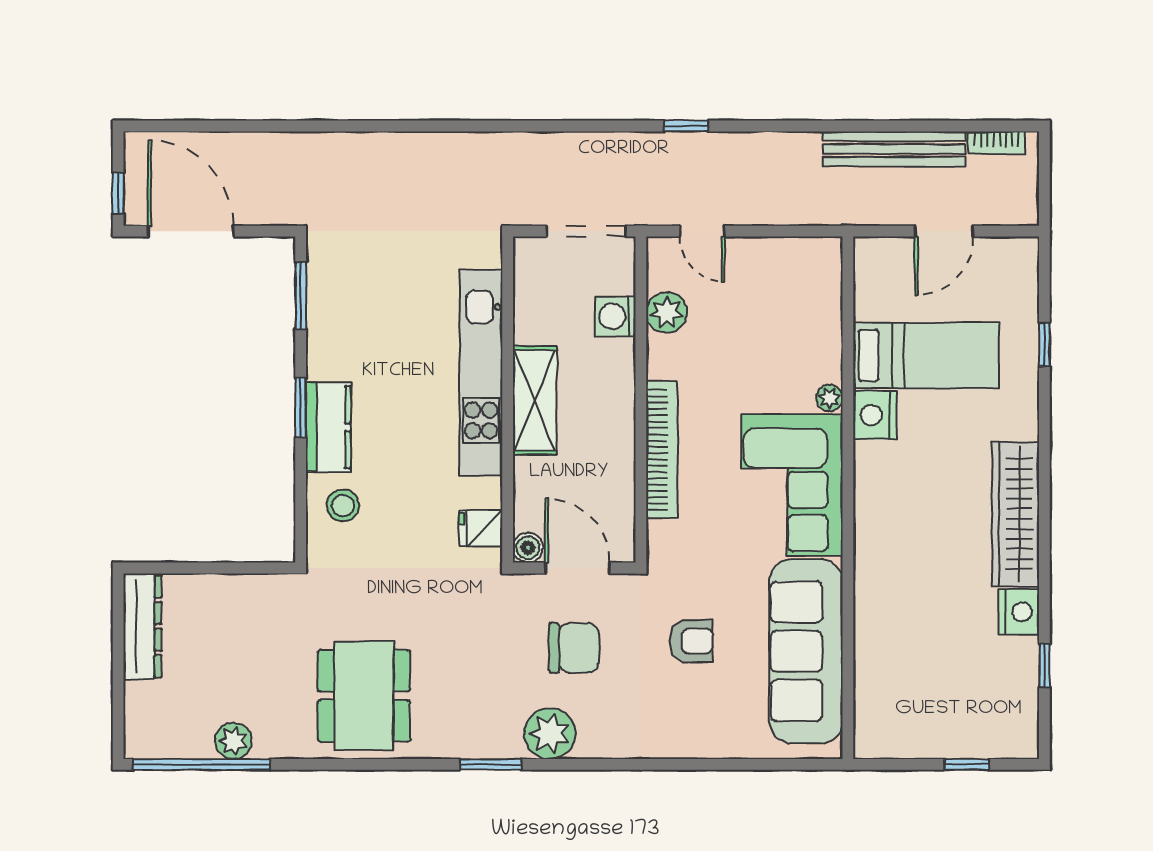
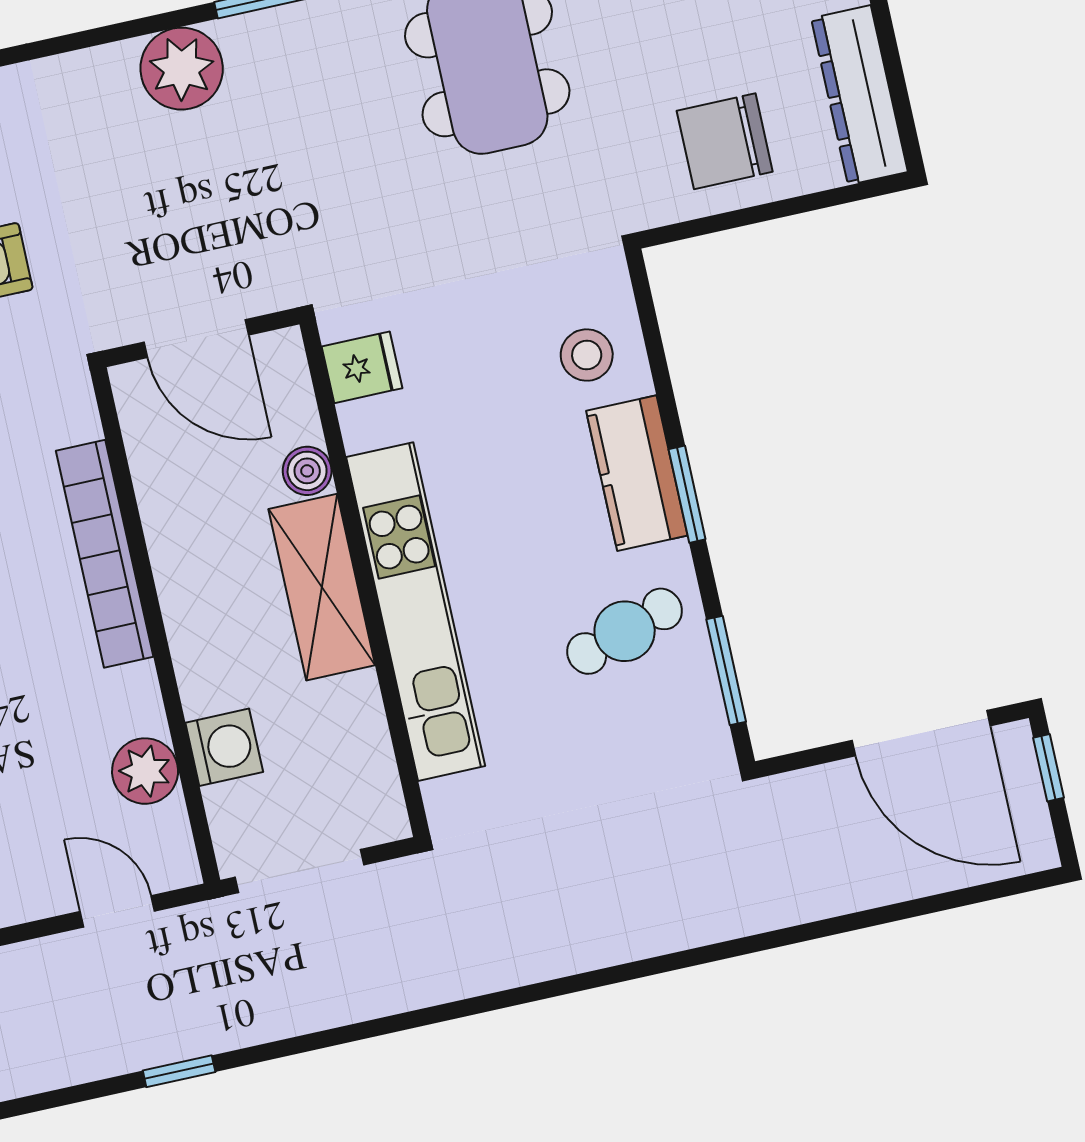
cafe table: (357, 333) -> (625, 631), added
boiler: (528, 548) -> (307, 471), moved
chair: (574, 648) -> (725, 141), moved

